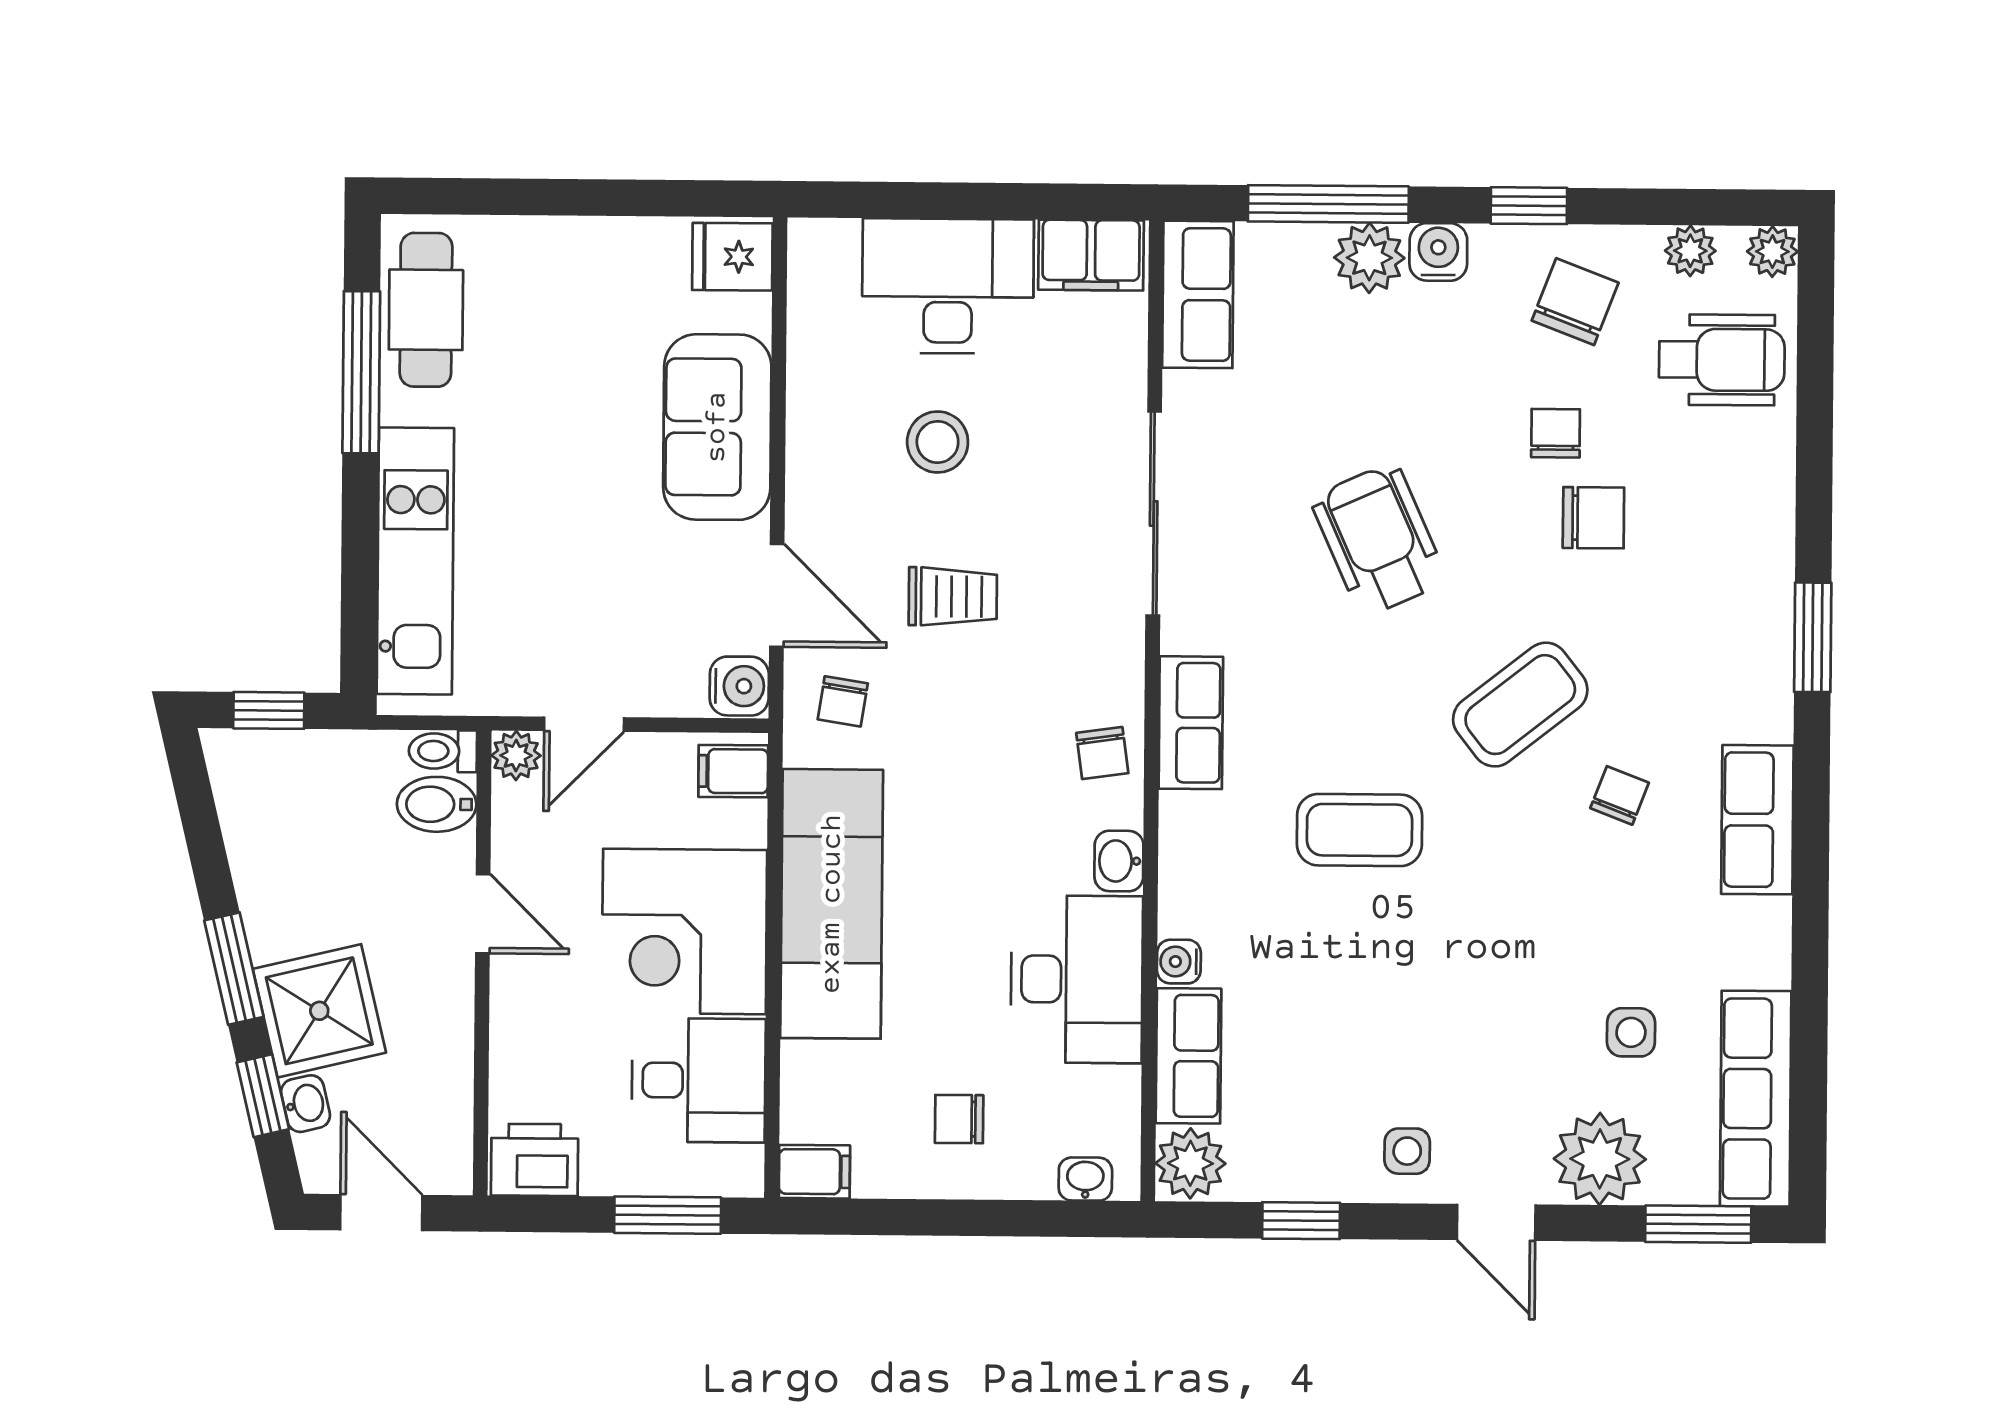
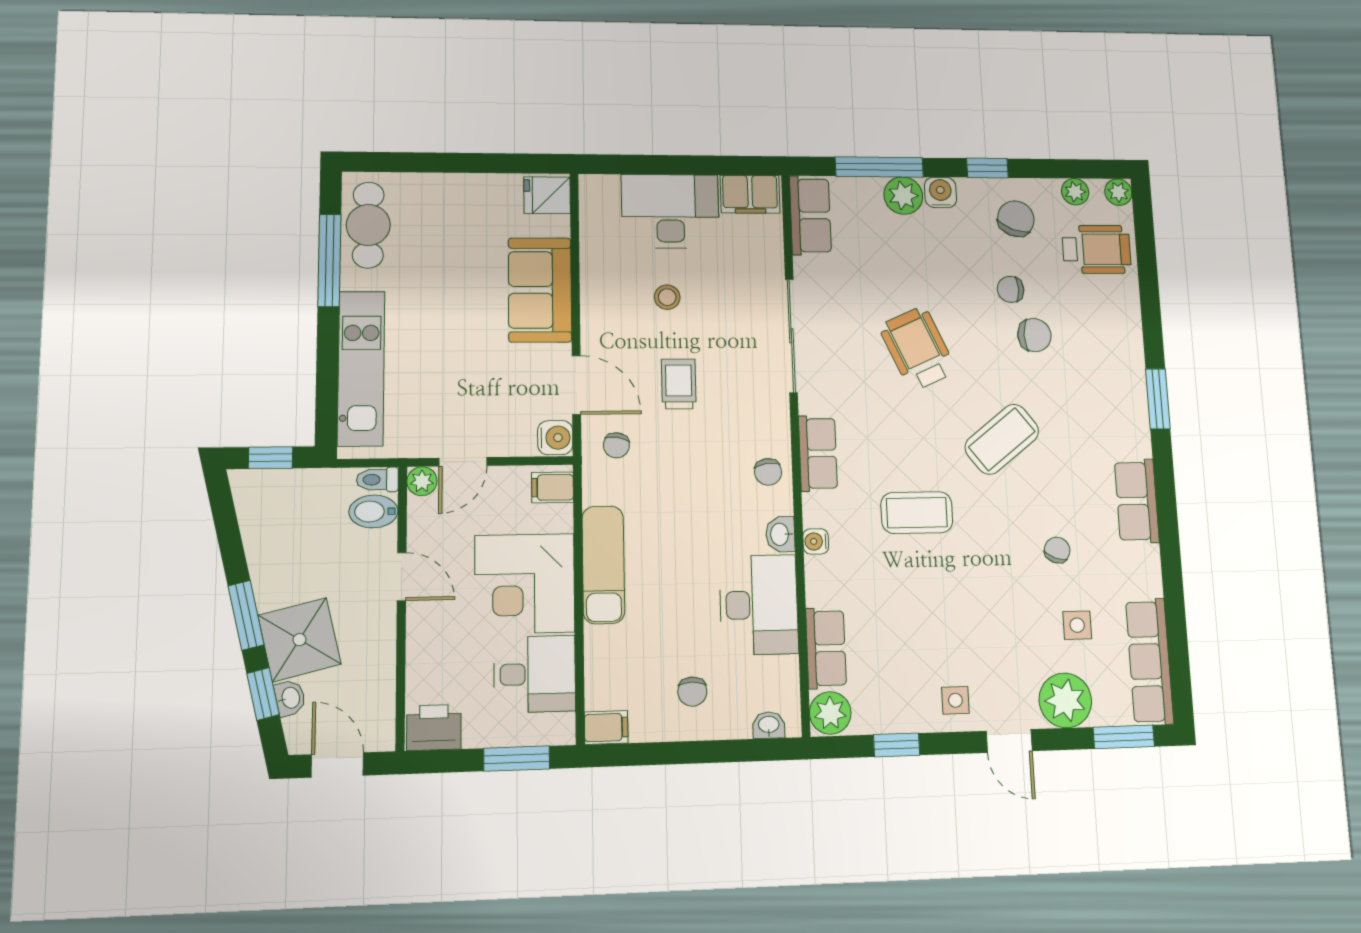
chair: (1556, 433) -> (1011, 289), turned -90
stool: (938, 442) -> (667, 297), width x0.73, depth x0.73
trolley: (953, 596) -> (679, 384), turned -90
chair: (1620, 795) -> (1057, 550), moved
exam couch: (832, 904) -> (603, 565), width x0.73, depth x0.69
water cooler: (1179, 962) -> (816, 541), moved
chair: (959, 1119) -> (692, 692), turned -90

